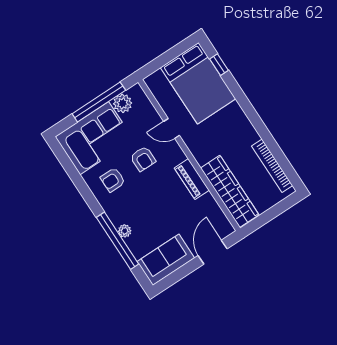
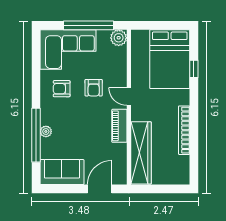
window: (219, 65) -> (194, 69), moved
plant: (123, 103) -> (119, 38), moved
door: (172, 128) -> (129, 96), moved
bookcase: (272, 166) -> (184, 130), moved

